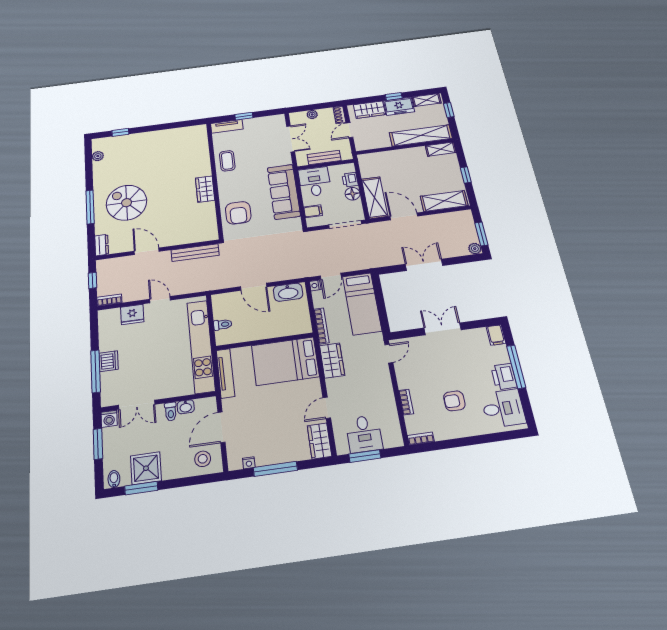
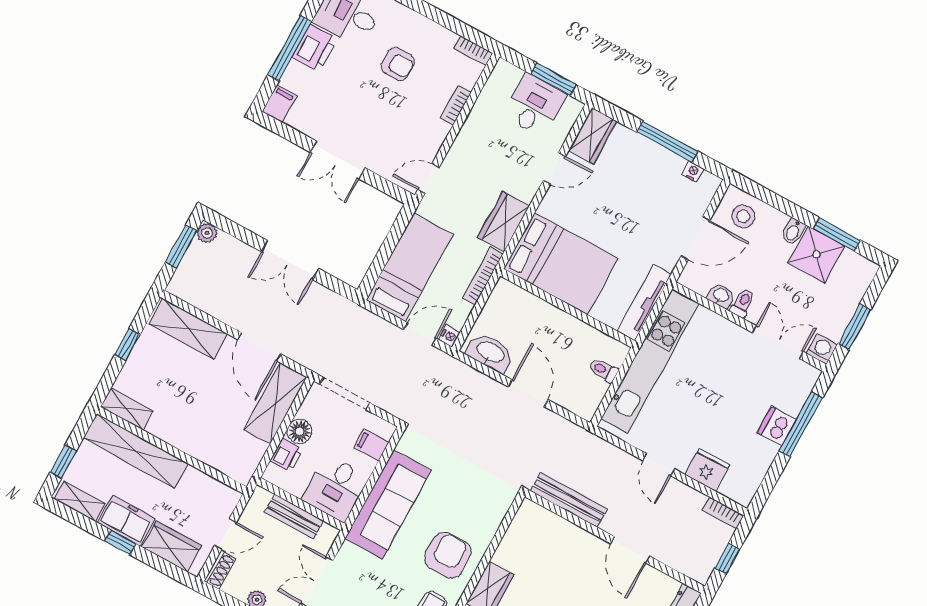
armchair: (238, 213) -> (448, 555), moved
bidet: (114, 479) -> (793, 231), moved

